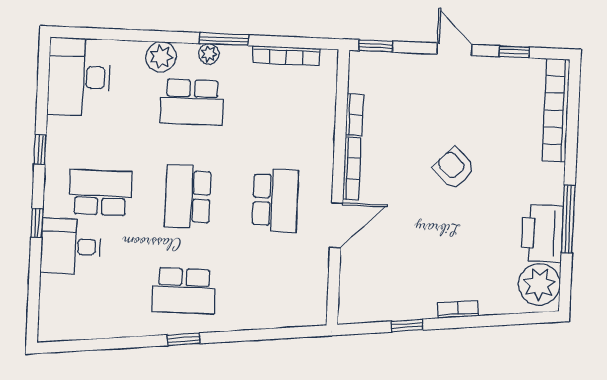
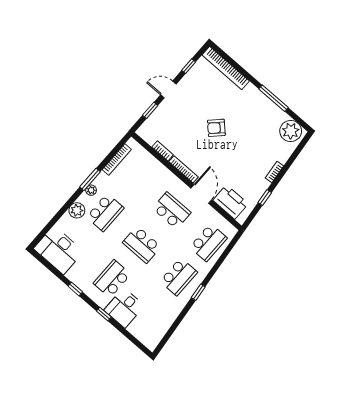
window: (376, 46) -> (150, 110), moved
printer: (542, 233) -> (231, 202), moved, turned 180
school desk: (271, 295) -> (208, 243), added

